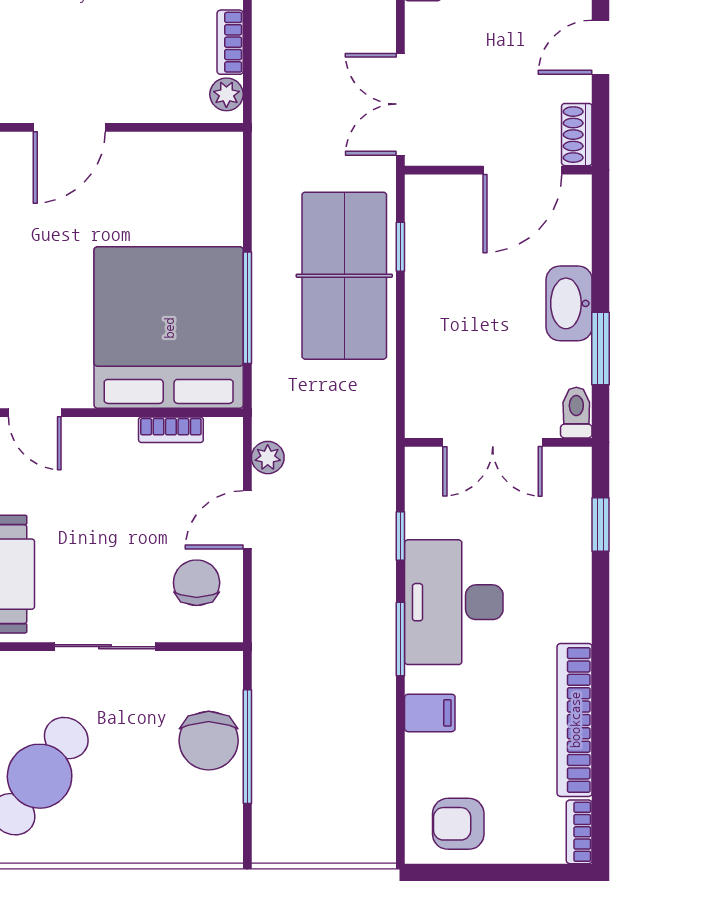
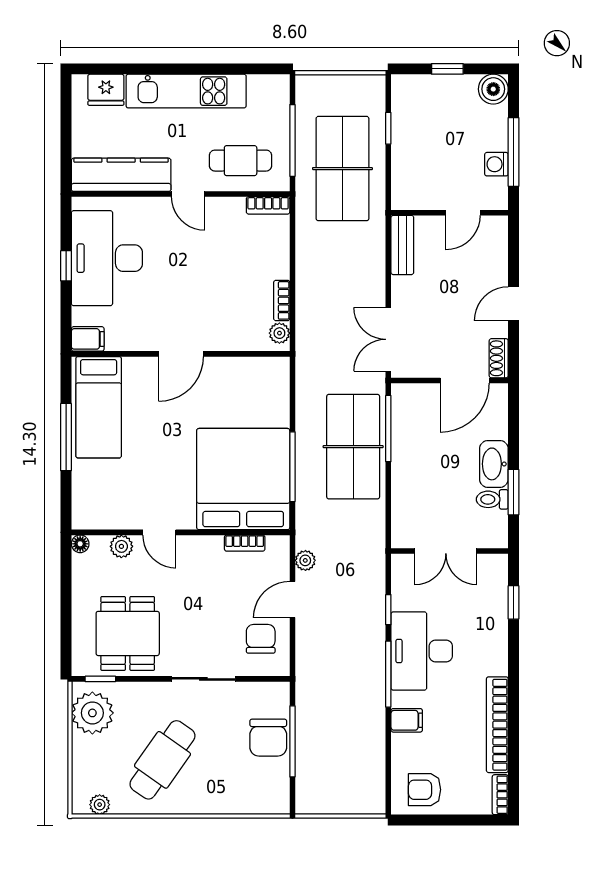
window: (400, 247) -> (388, 429), width x2.17
toilet: (576, 413) -> (492, 499), moved, turned -90
window: (400, 639) -> (388, 674), width x1.44

